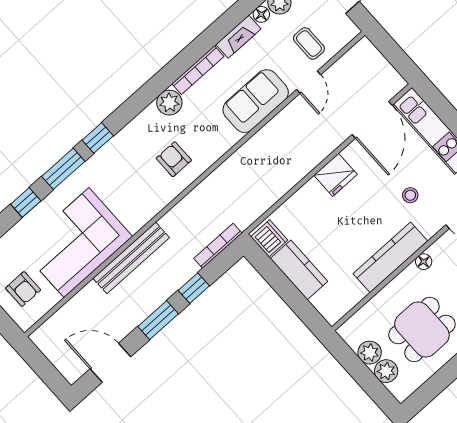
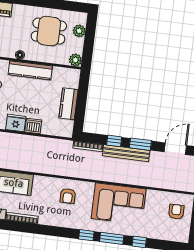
plant: (169, 103) -> (46, 218), removed
dishwasher: (269, 238) -> (33, 126), moved, turned 90
corner sofa: (77, 243) -> (119, 204), moved
bench: (131, 258) -> (126, 153), moved
plant: (370, 353) -> (75, 60), moved
door: (110, 363) -> (175, 149), swing flipped

